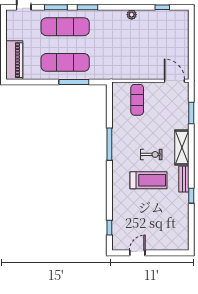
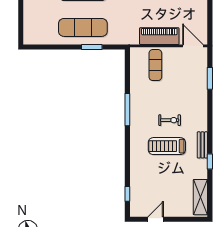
piano: (14, 60) -> (159, 36), moved, turned -90
window: (74, 82) -> (92, 47), width x0.69
shelving: (182, 147) -> (200, 197), moved
treadmill: (148, 180) -> (167, 146), turned 180

